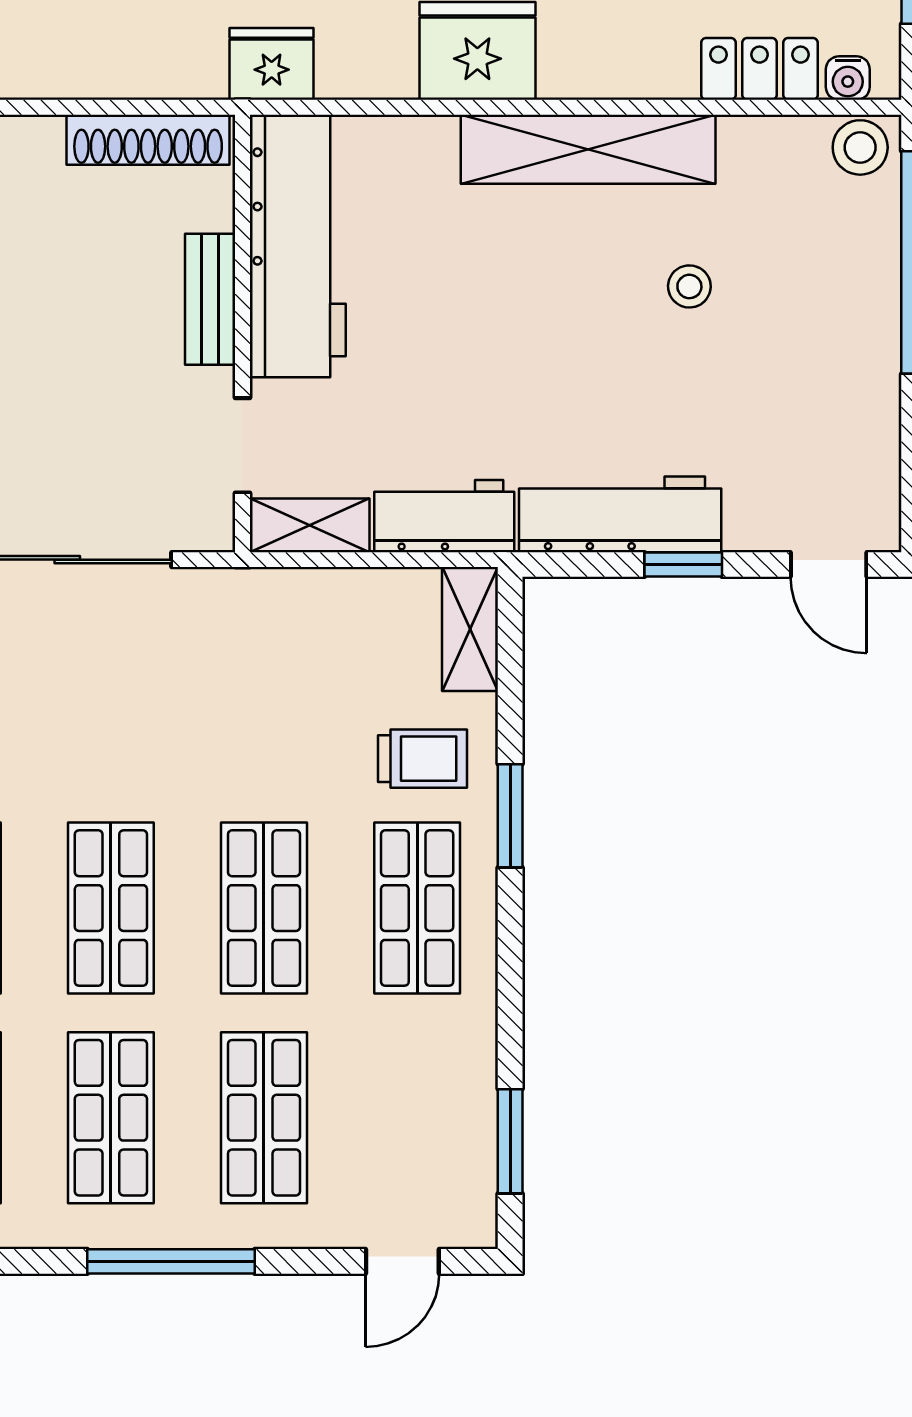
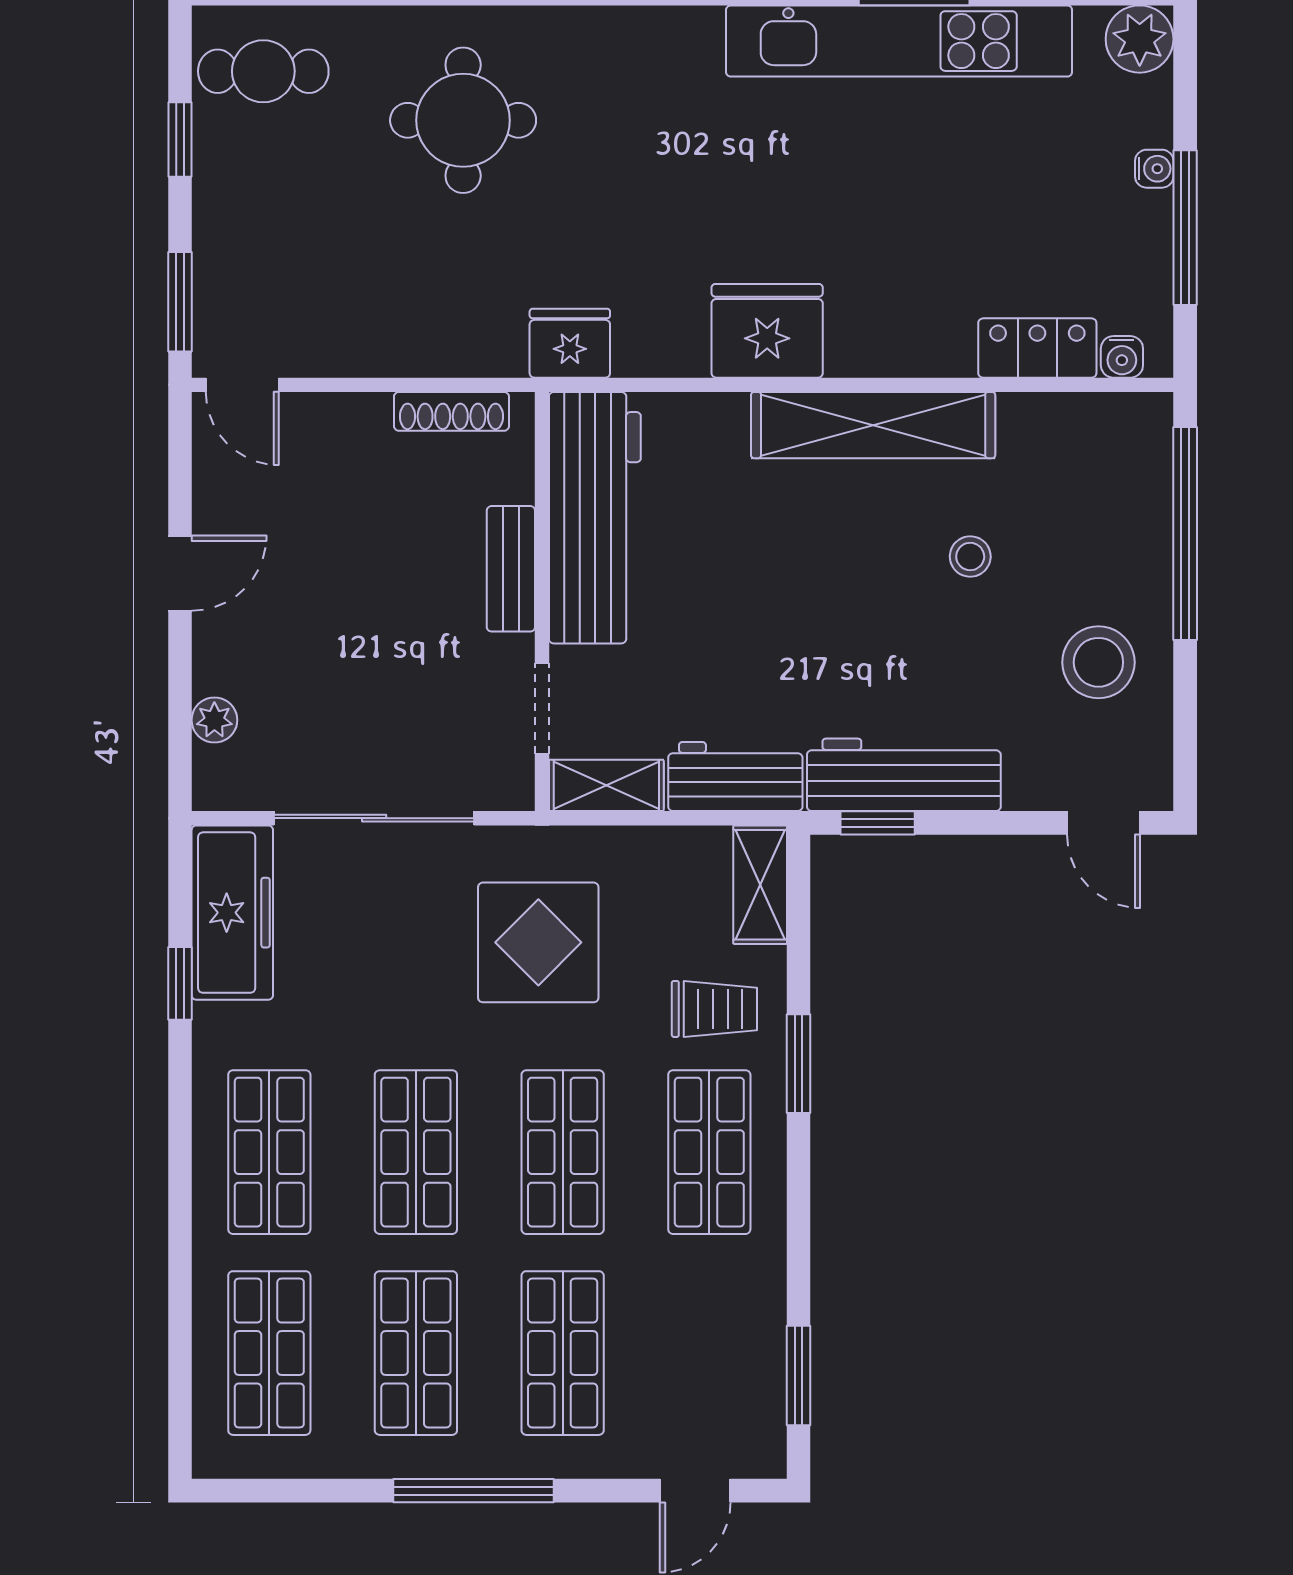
shoe rack: (148, 140) -> (451, 411), width x0.74, depth x0.81
stool: (860, 147) -> (1098, 662), moved, width x1.38, depth x1.38
window: (683, 564) -> (878, 823), moved
display table: (239, 689) -> (538, 942), added

